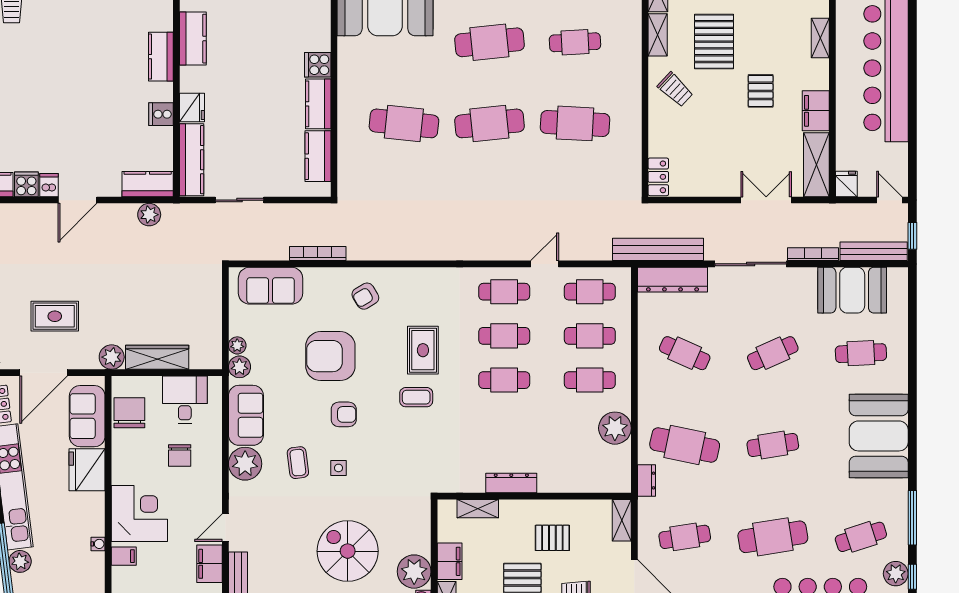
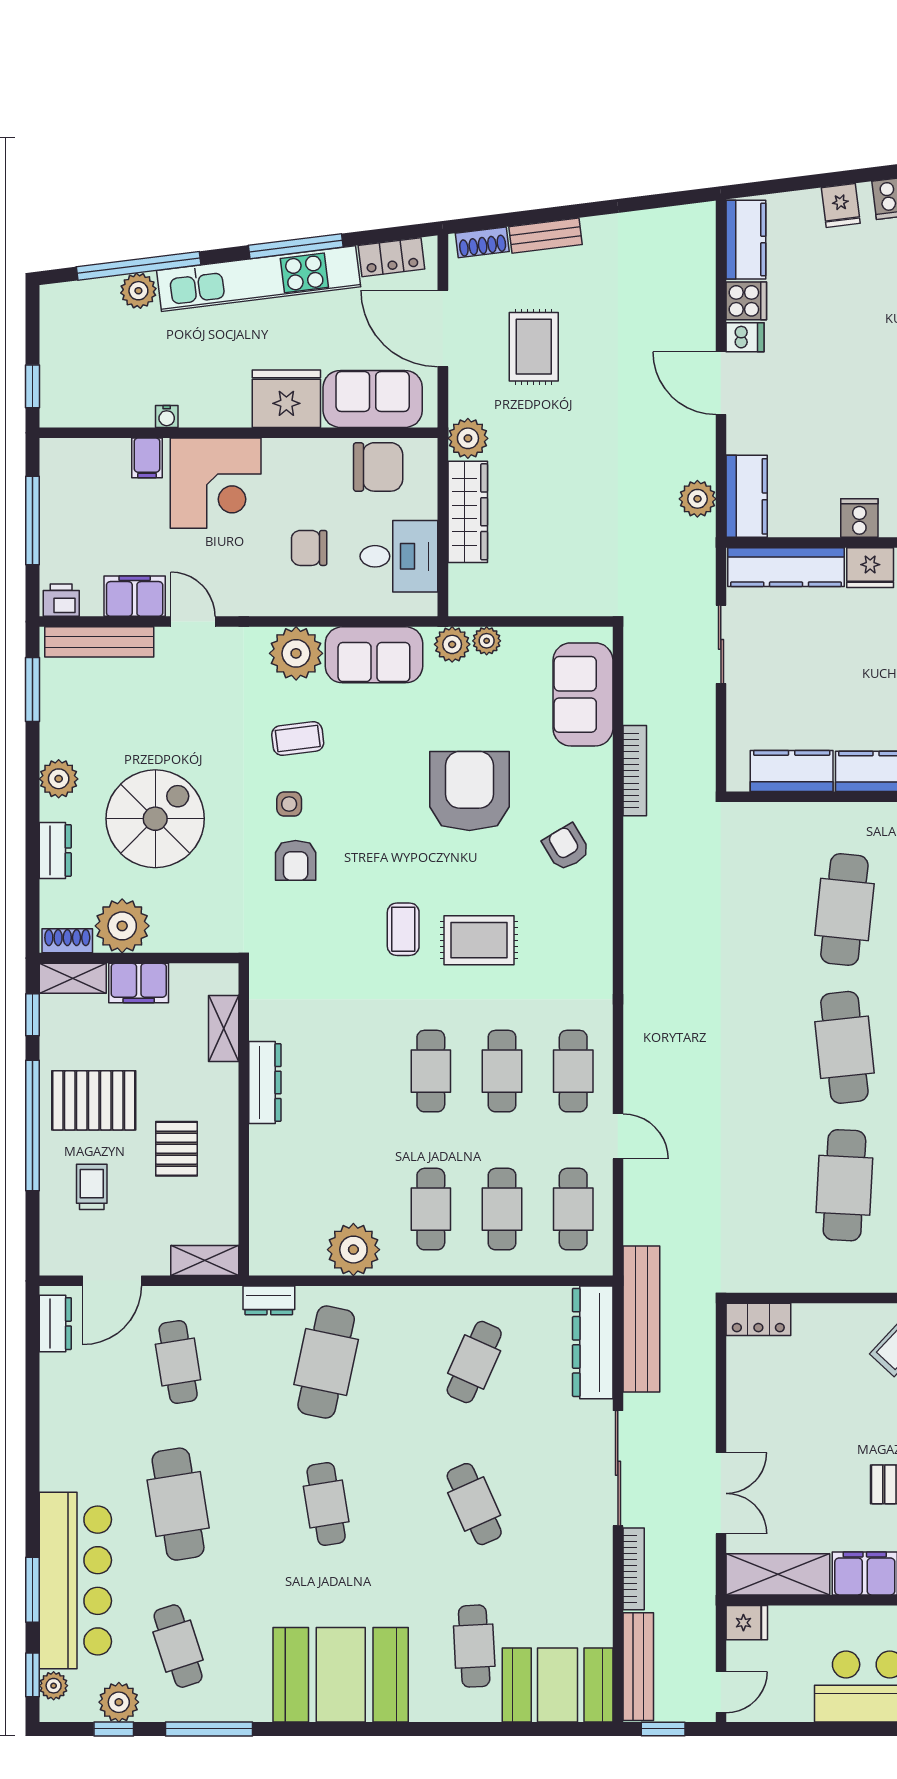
booth: (852, 290) -> (558, 1685), moved, turned 90
armchair: (344, 414) -> (296, 860), moved

